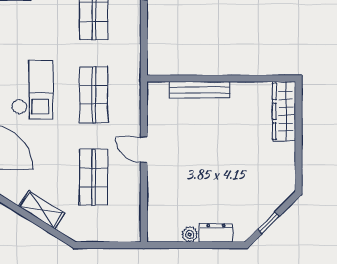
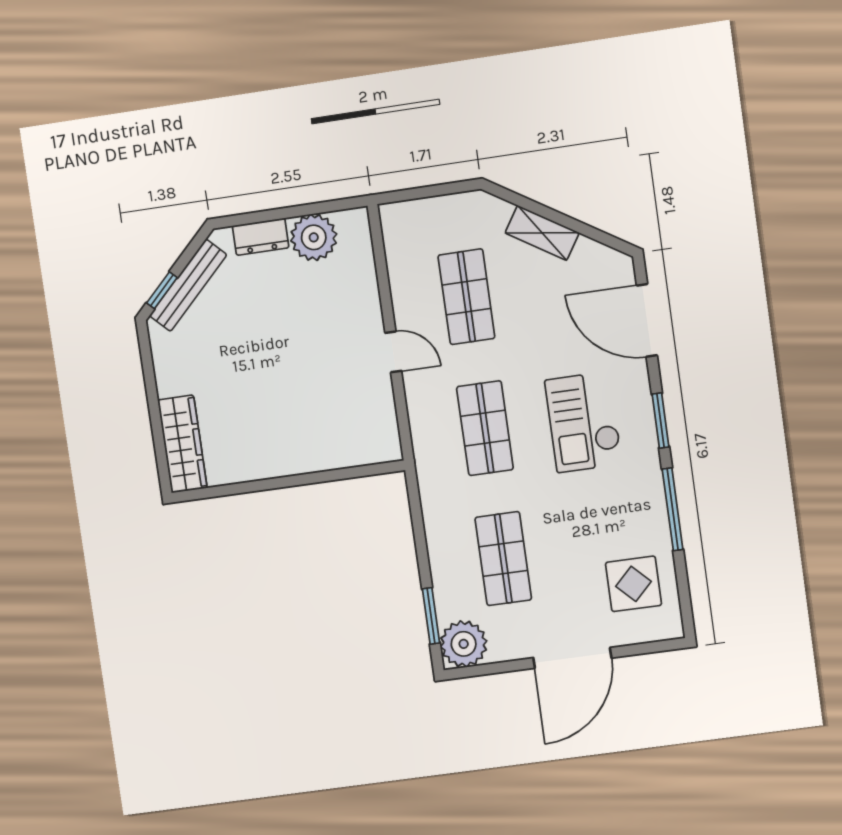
bench: (200, 90) -> (188, 285), moved, turned -45
window: (268, 223) -> (162, 290), moved
plant: (190, 234) -> (314, 237), width x1.88, depth x1.88

